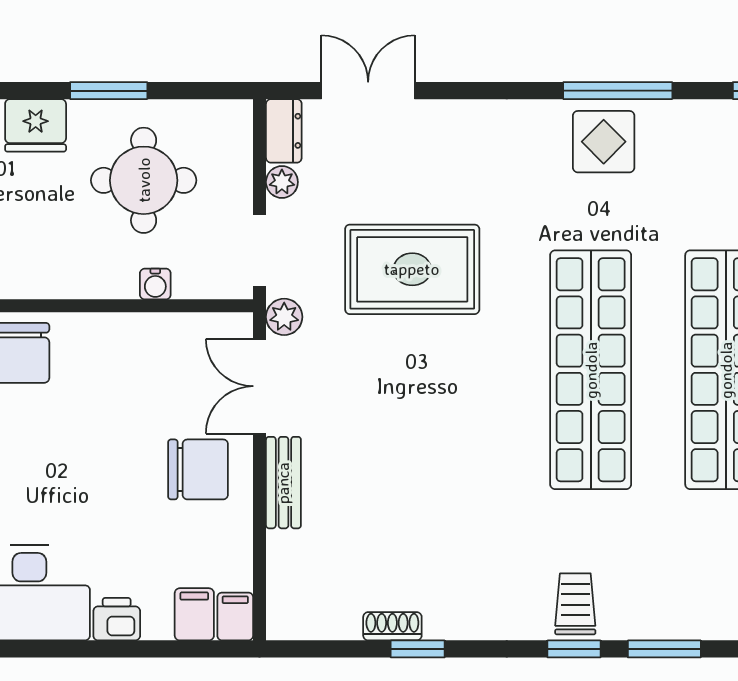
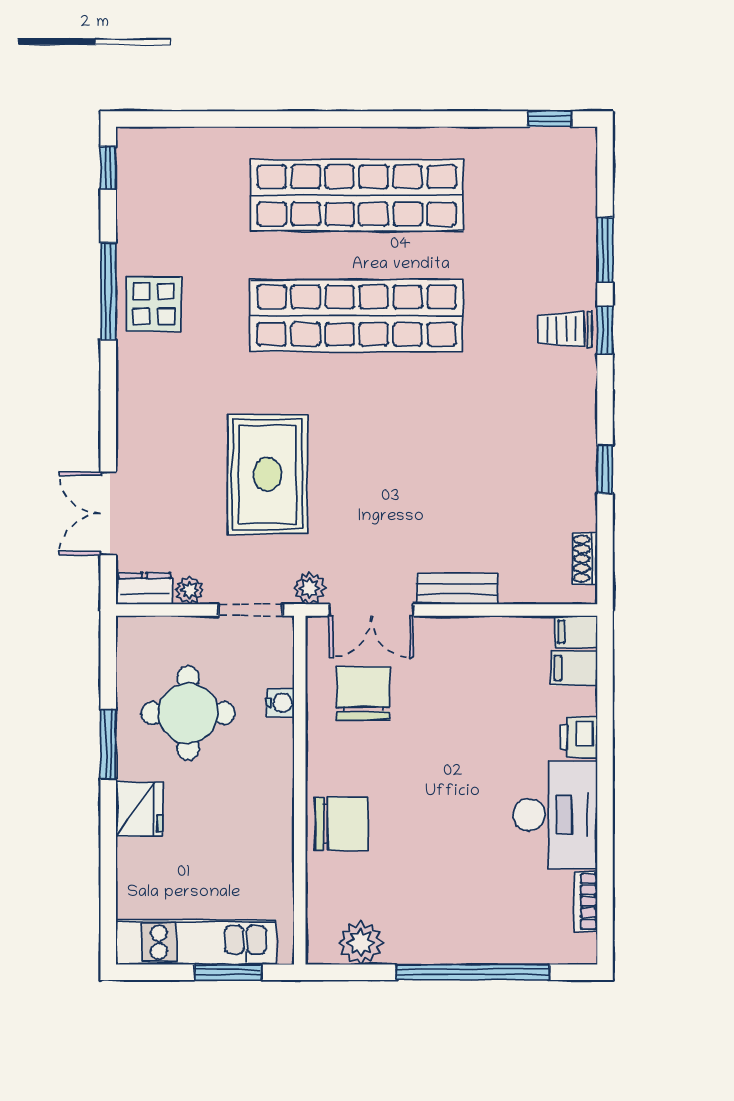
chair: (198, 469) -> (363, 693), moved
shoe rack: (392, 626) -> (585, 559), moved

